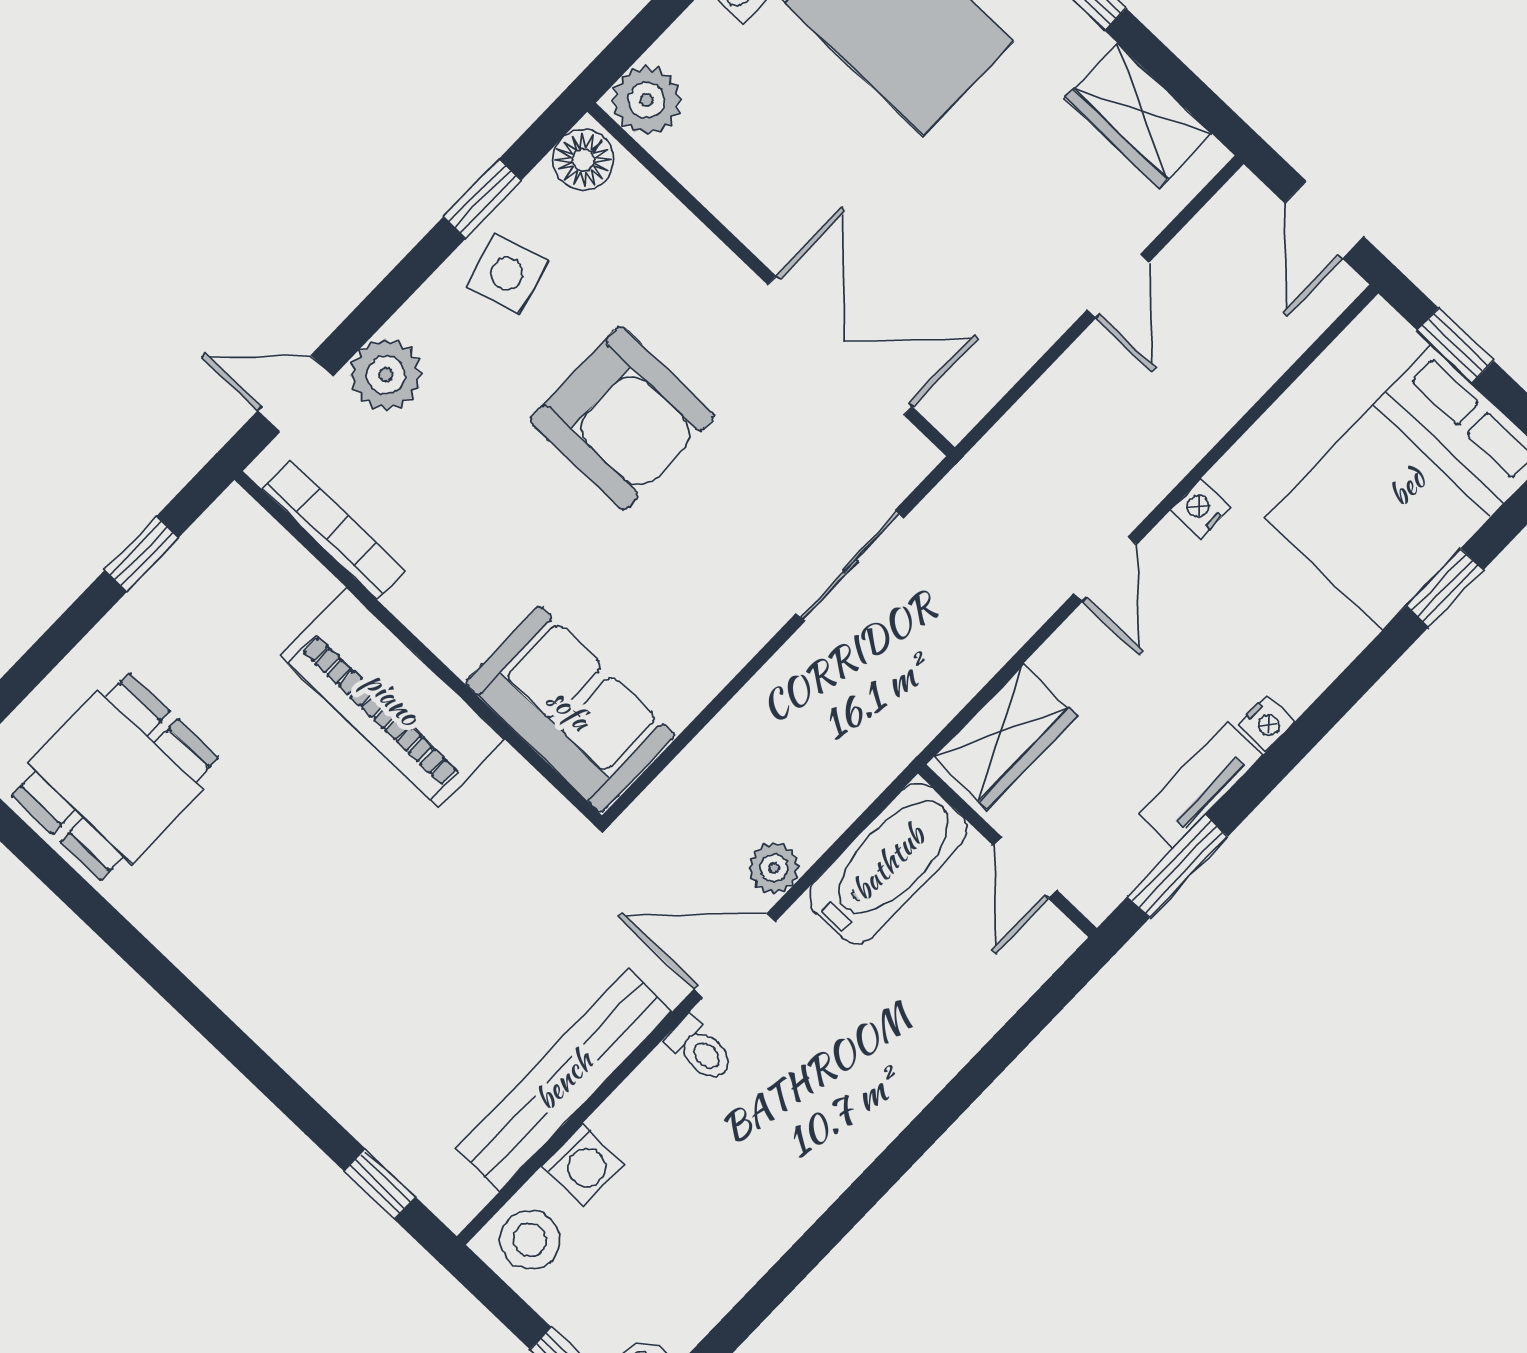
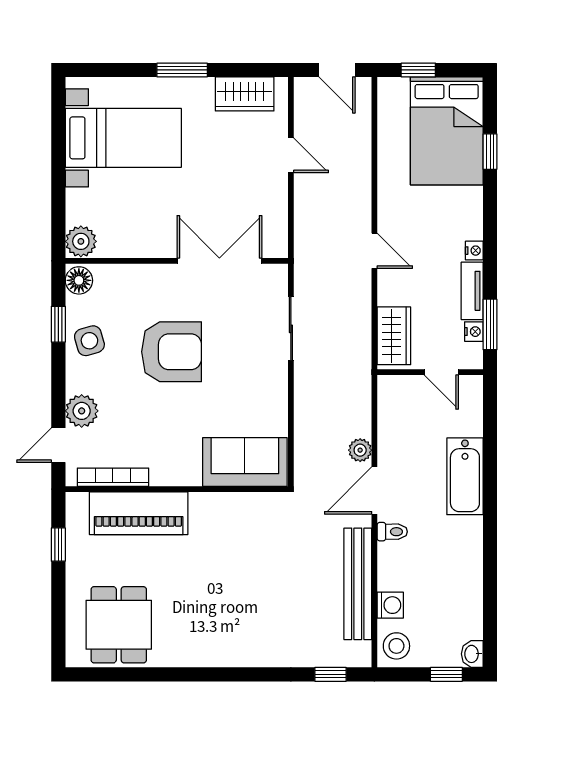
nightstand: (1201, 508) -> (474, 332), moved, turned 180
piano: (392, 698) -> (139, 513), moved
bathtub: (888, 863) -> (465, 476), moved, turned 180

